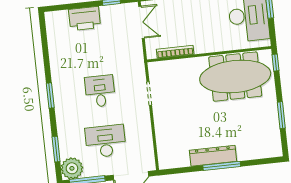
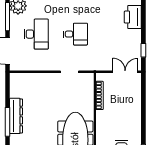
printer: (85, 19) -> (133, 17), moved
double door: (141, 22) -> (125, 72), swing flipped

